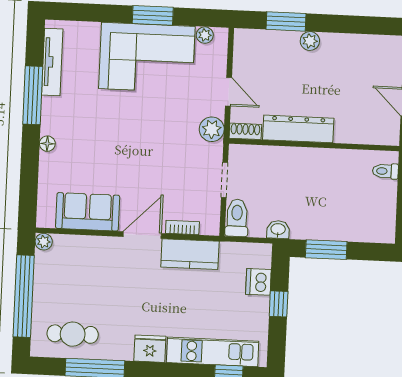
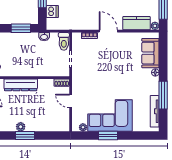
window: (286, 21) -> (25, 135), moved
plant: (310, 41) -> (21, 127), moved
plant: (212, 129) -> (78, 83), removed
dresser: (298, 129) -> (21, 85), moved
sofa: (88, 212) -> (150, 53), moved, turned 90
door: (142, 235) -> (108, 31), swing flipped
kitchen counter: (190, 254) -> (136, 23), moved

